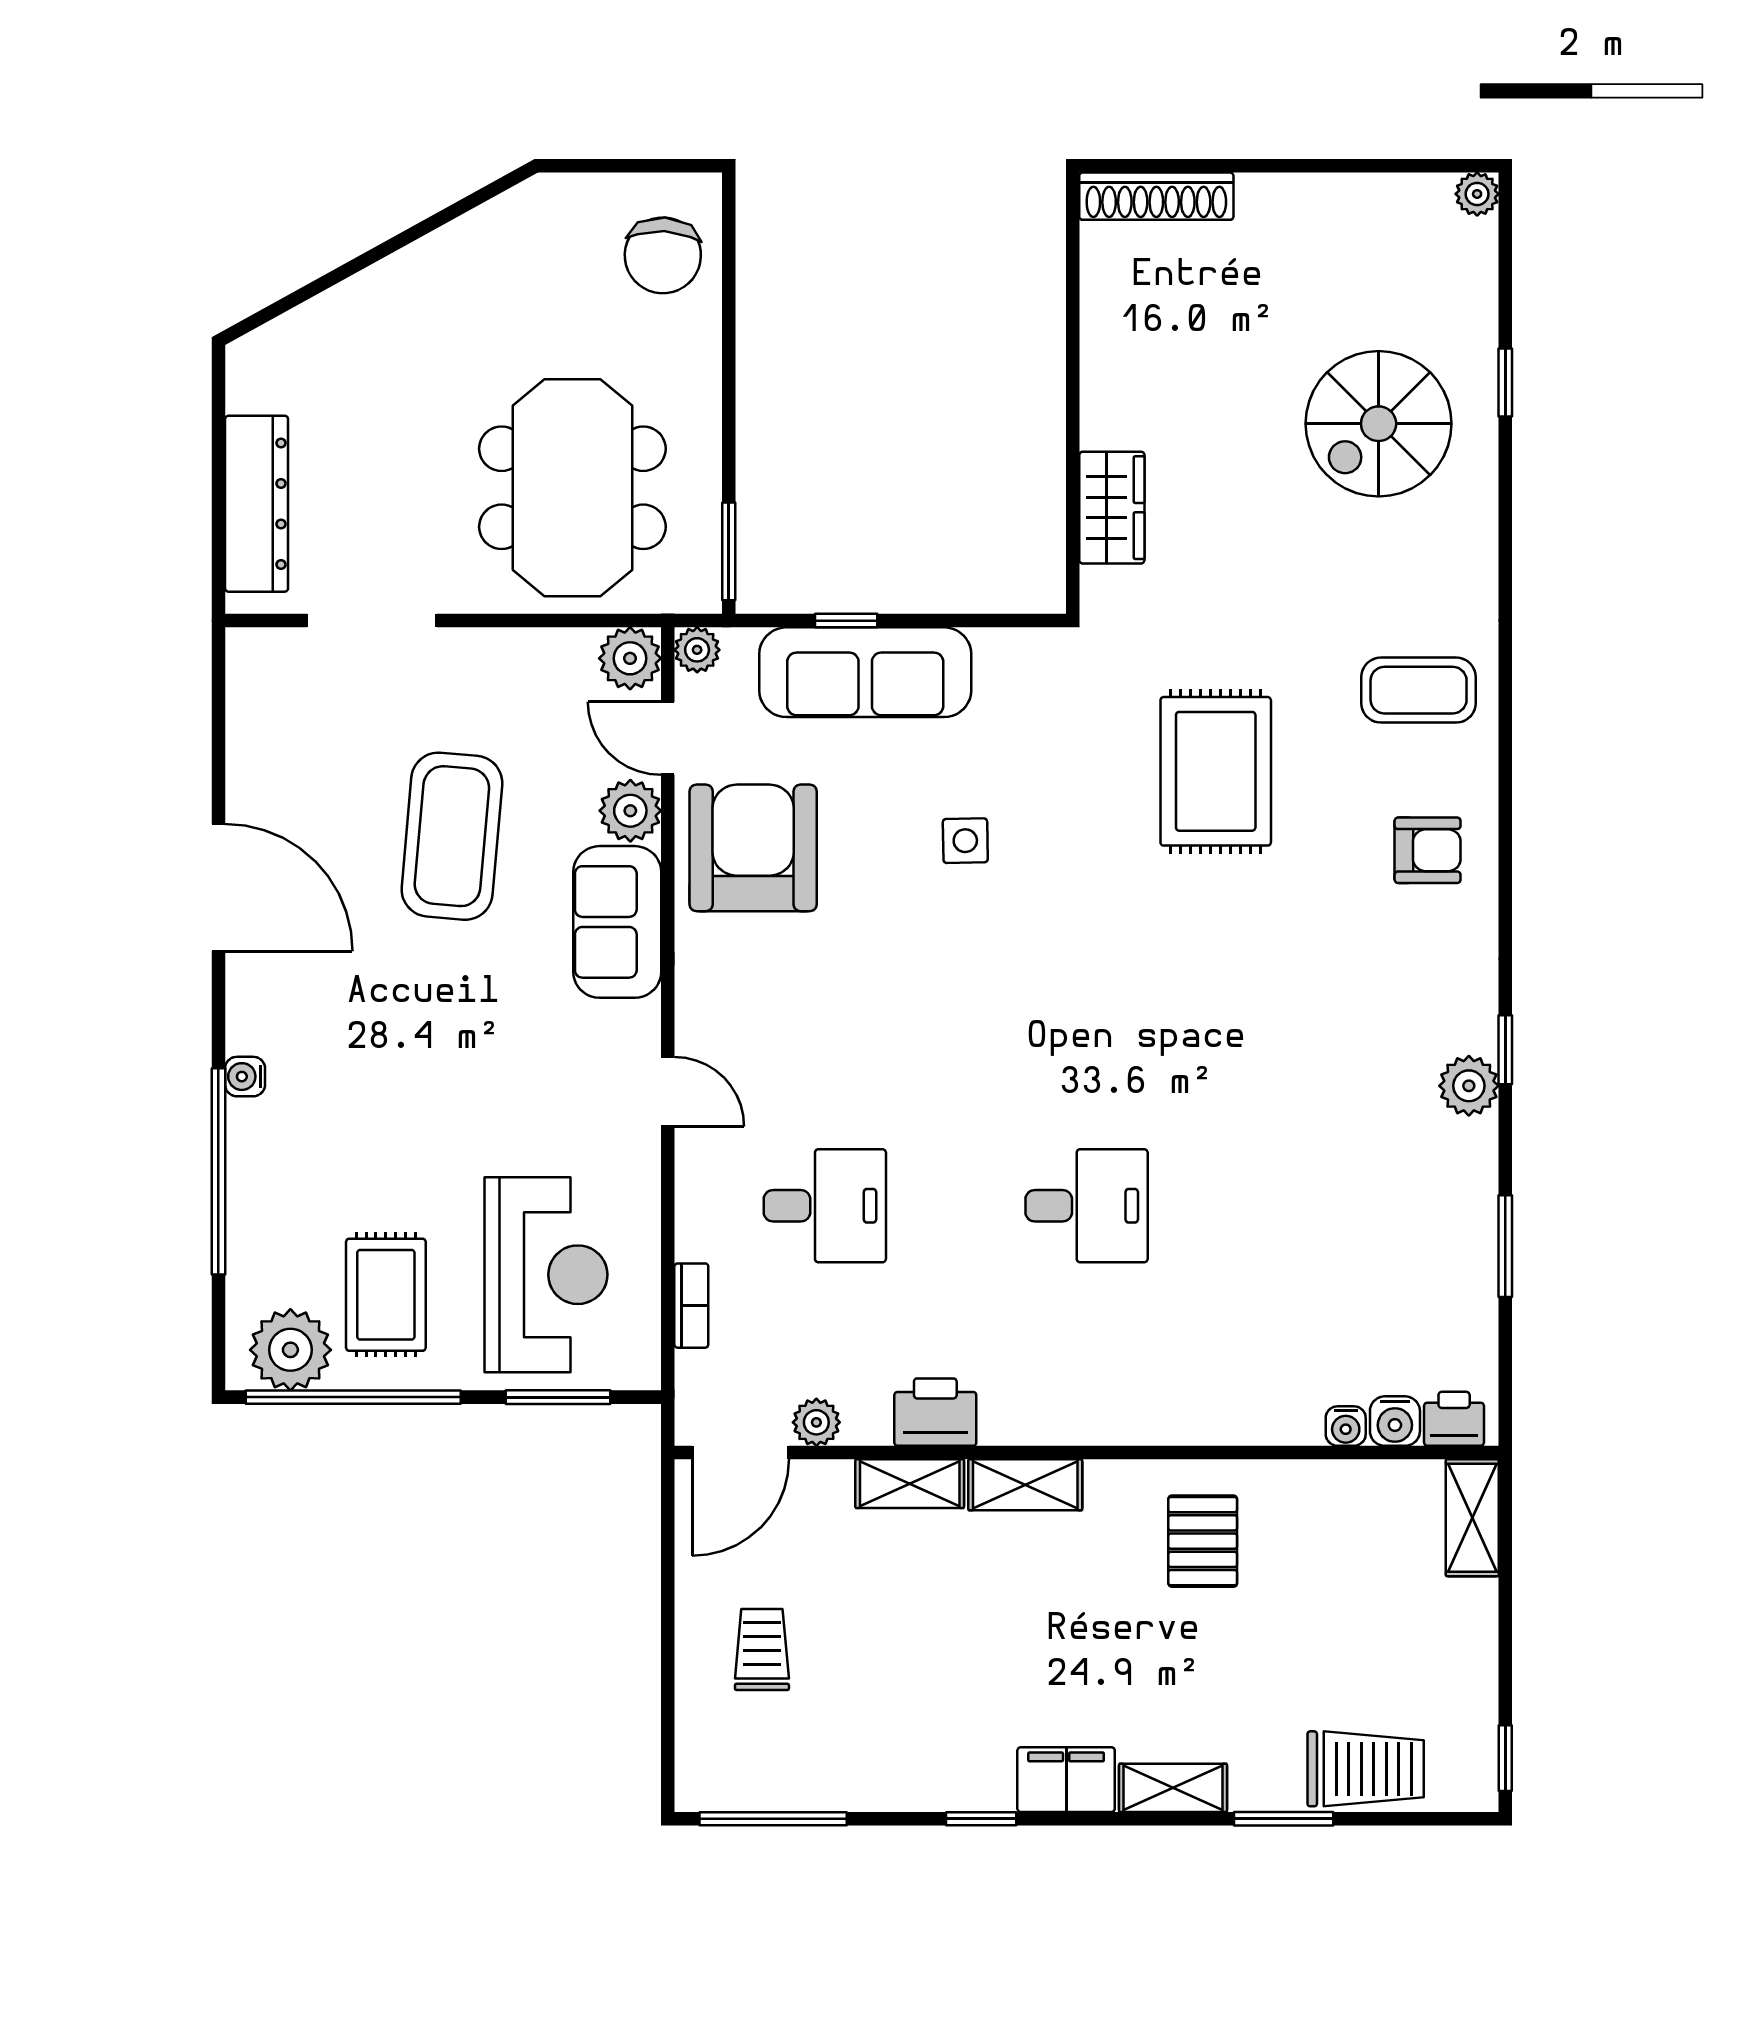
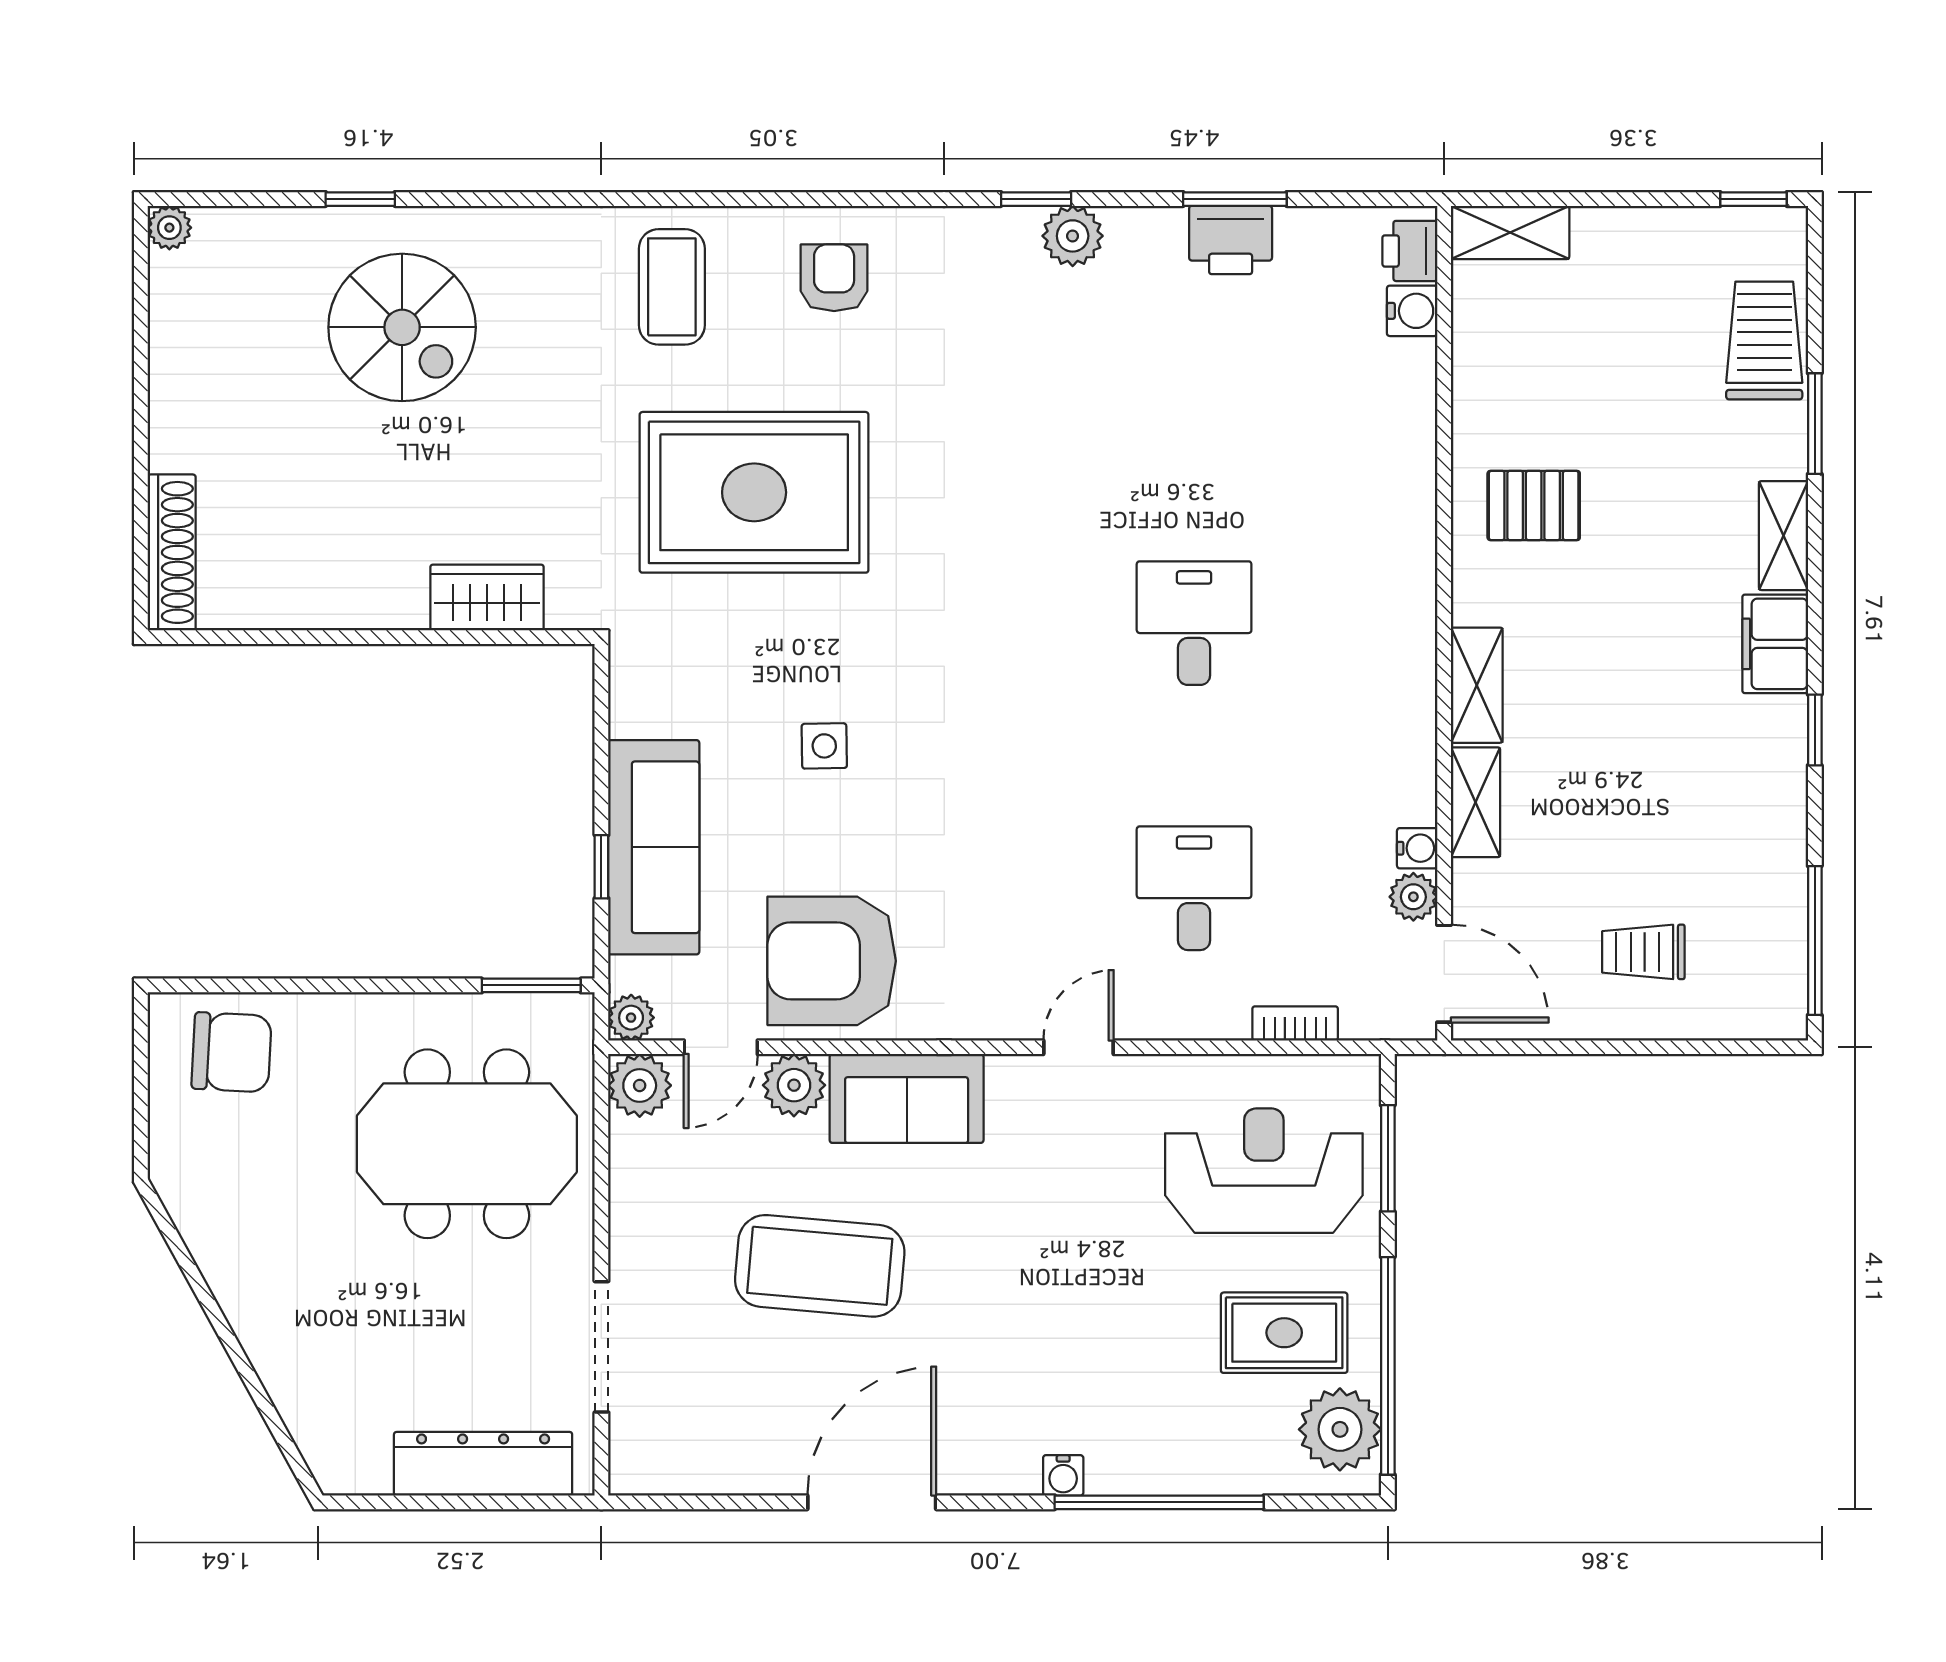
rug: (1216, 771) -> (754, 492), width x1.37, depth x1.44
printer: (935, 1412) -> (1231, 240), moved, turned -90
water cooler: (1346, 1426) -> (1417, 848), moved

